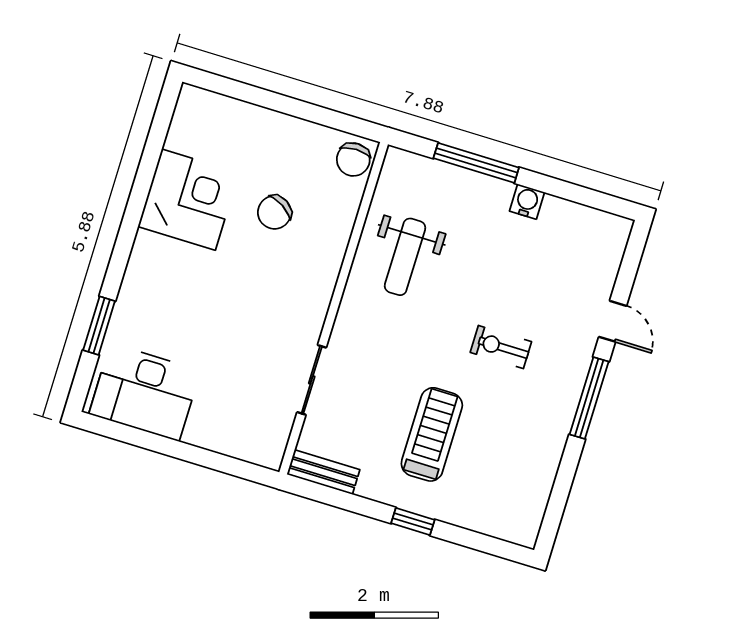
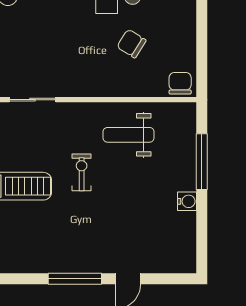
chair: (353, 159) -> (180, 83), turned 90
exercise bike: (501, 347) -> (82, 172), moved

